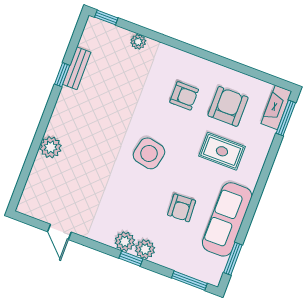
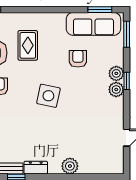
dresser: (65, 104) -> (36, 168), added
armchair: (182, 208) -> (78, 59), turned -87
sofa: (227, 219) -> (93, 24), moved

